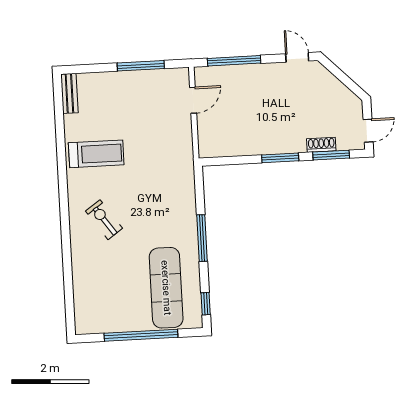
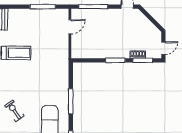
exercise bike: (104, 220) -> (14, 111), moved

